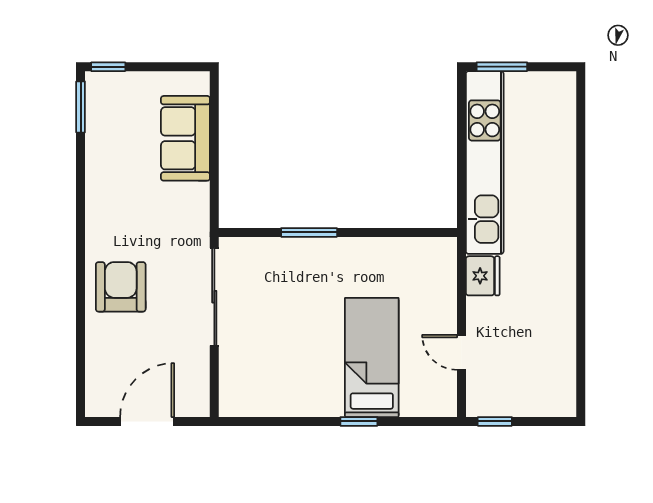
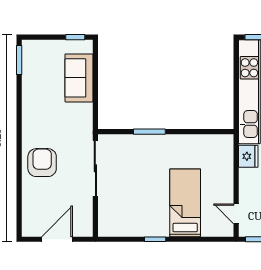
window: (108, 67) -> (75, 37), moved
door: (461, 352) -> (236, 214), moved
window: (359, 421) -> (155, 239), moved

